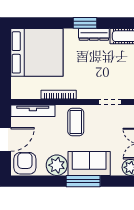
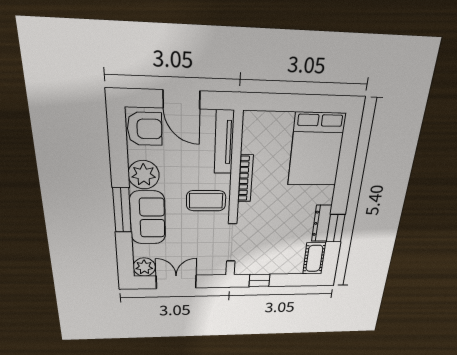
window: (85, 23) -> (336, 228), moved
bed: (37, 52) -> (316, 150), width x0.73
doorway: (110, 102) -> (232, 243), width x1.38

